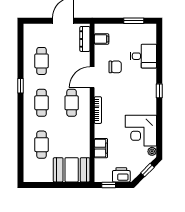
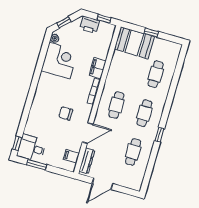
desk: (143, 56) -> (32, 148), moved
chair: (115, 67) -> (66, 113), moved
door: (92, 77) -> (88, 133), moved
window: (159, 91) -> (17, 143), moved
filing cabinet: (101, 148) -> (98, 68), moved
window: (58, 185) -> (151, 32), added

